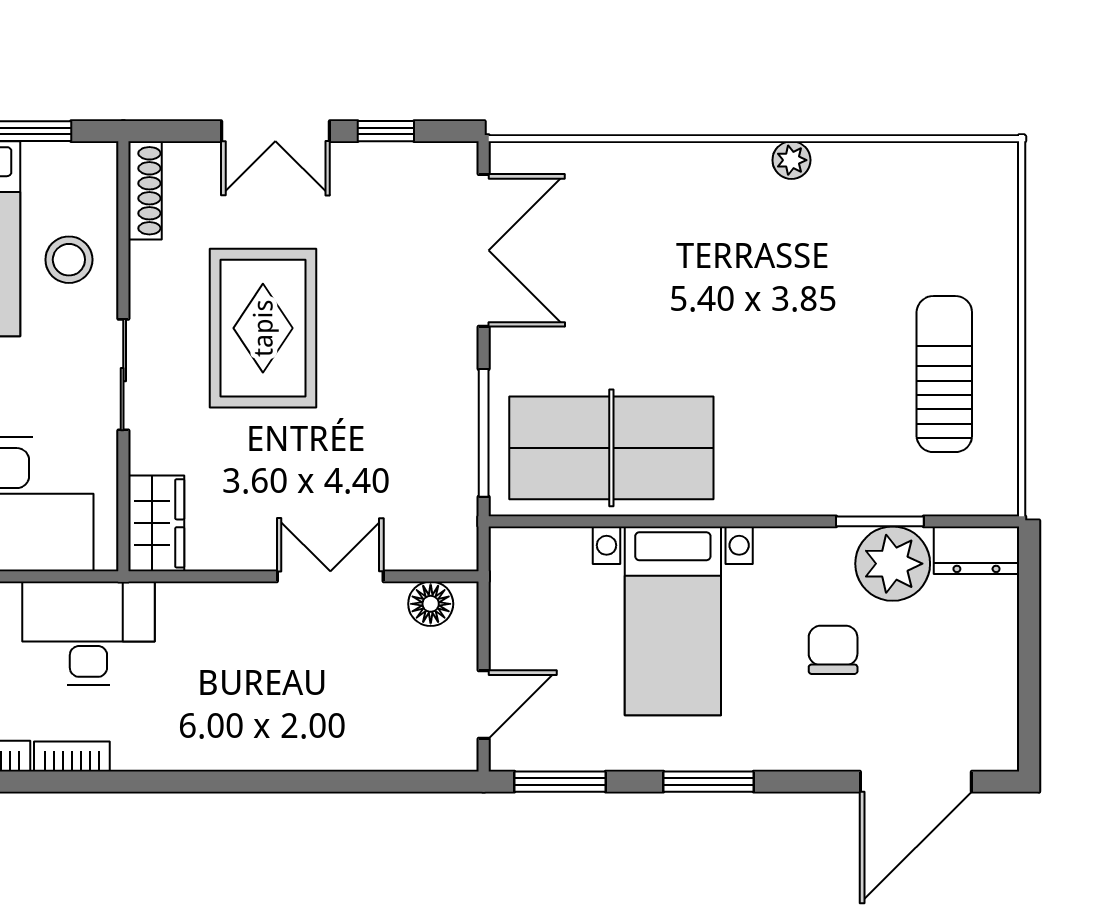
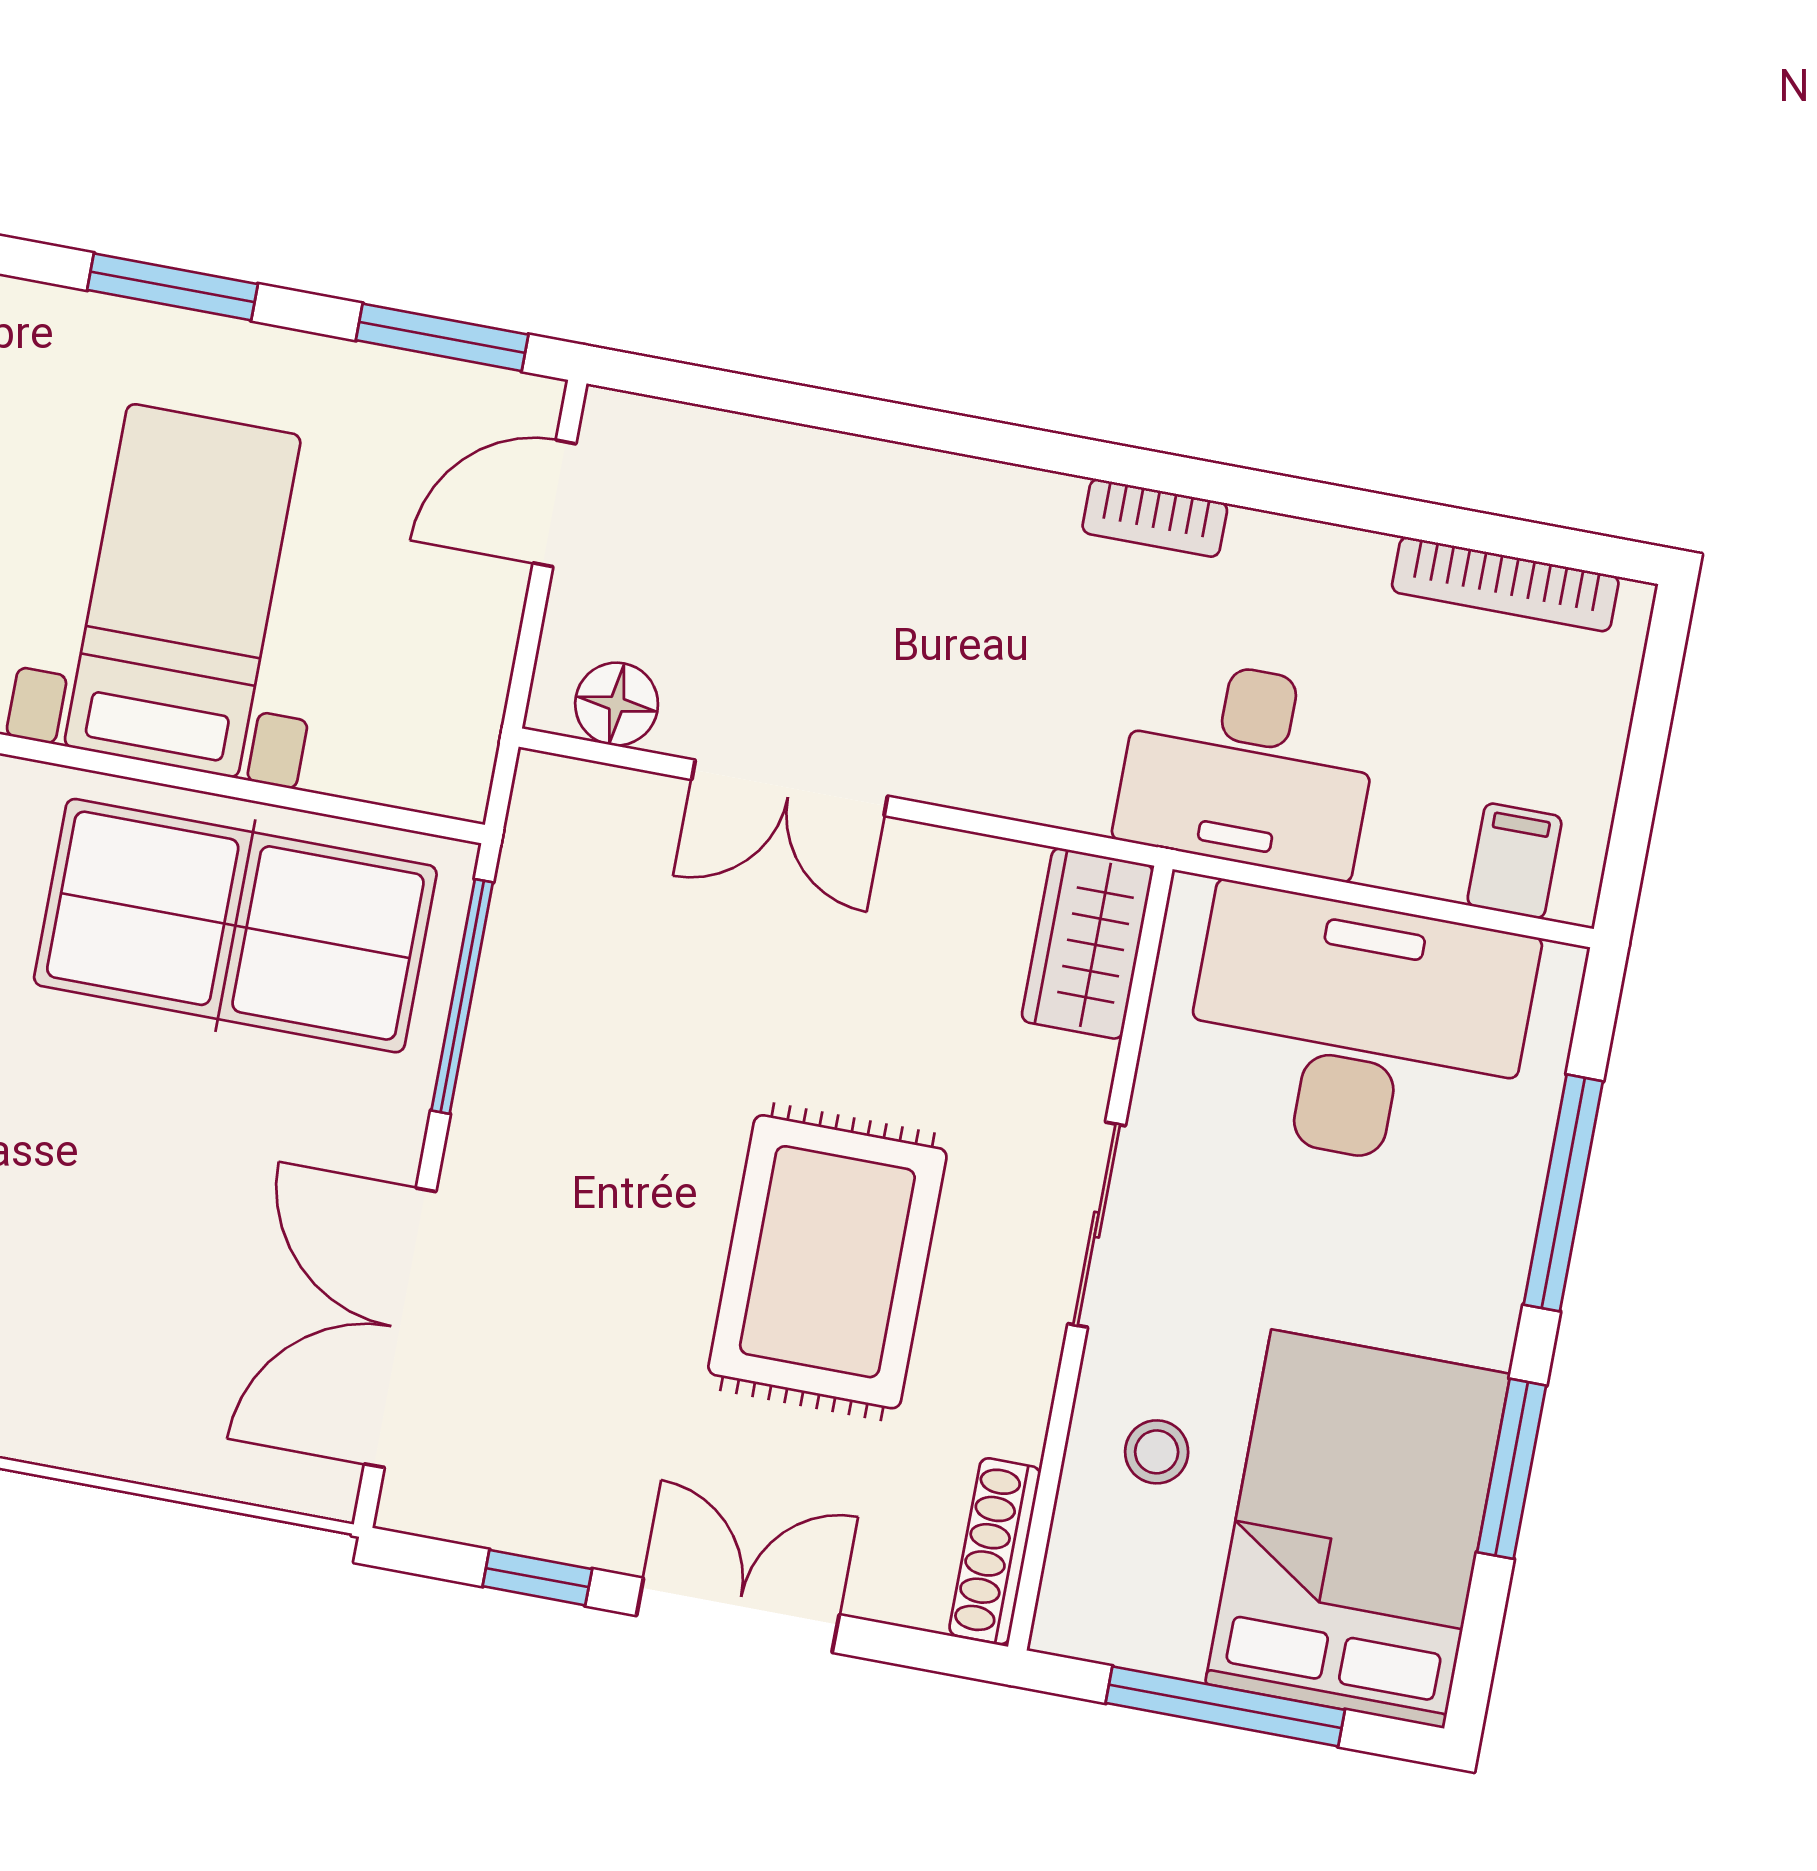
stool: (69, 260) -> (1157, 1452), width x0.73, depth x0.73
bookcase: (72, 756) -> (1155, 518), moved

